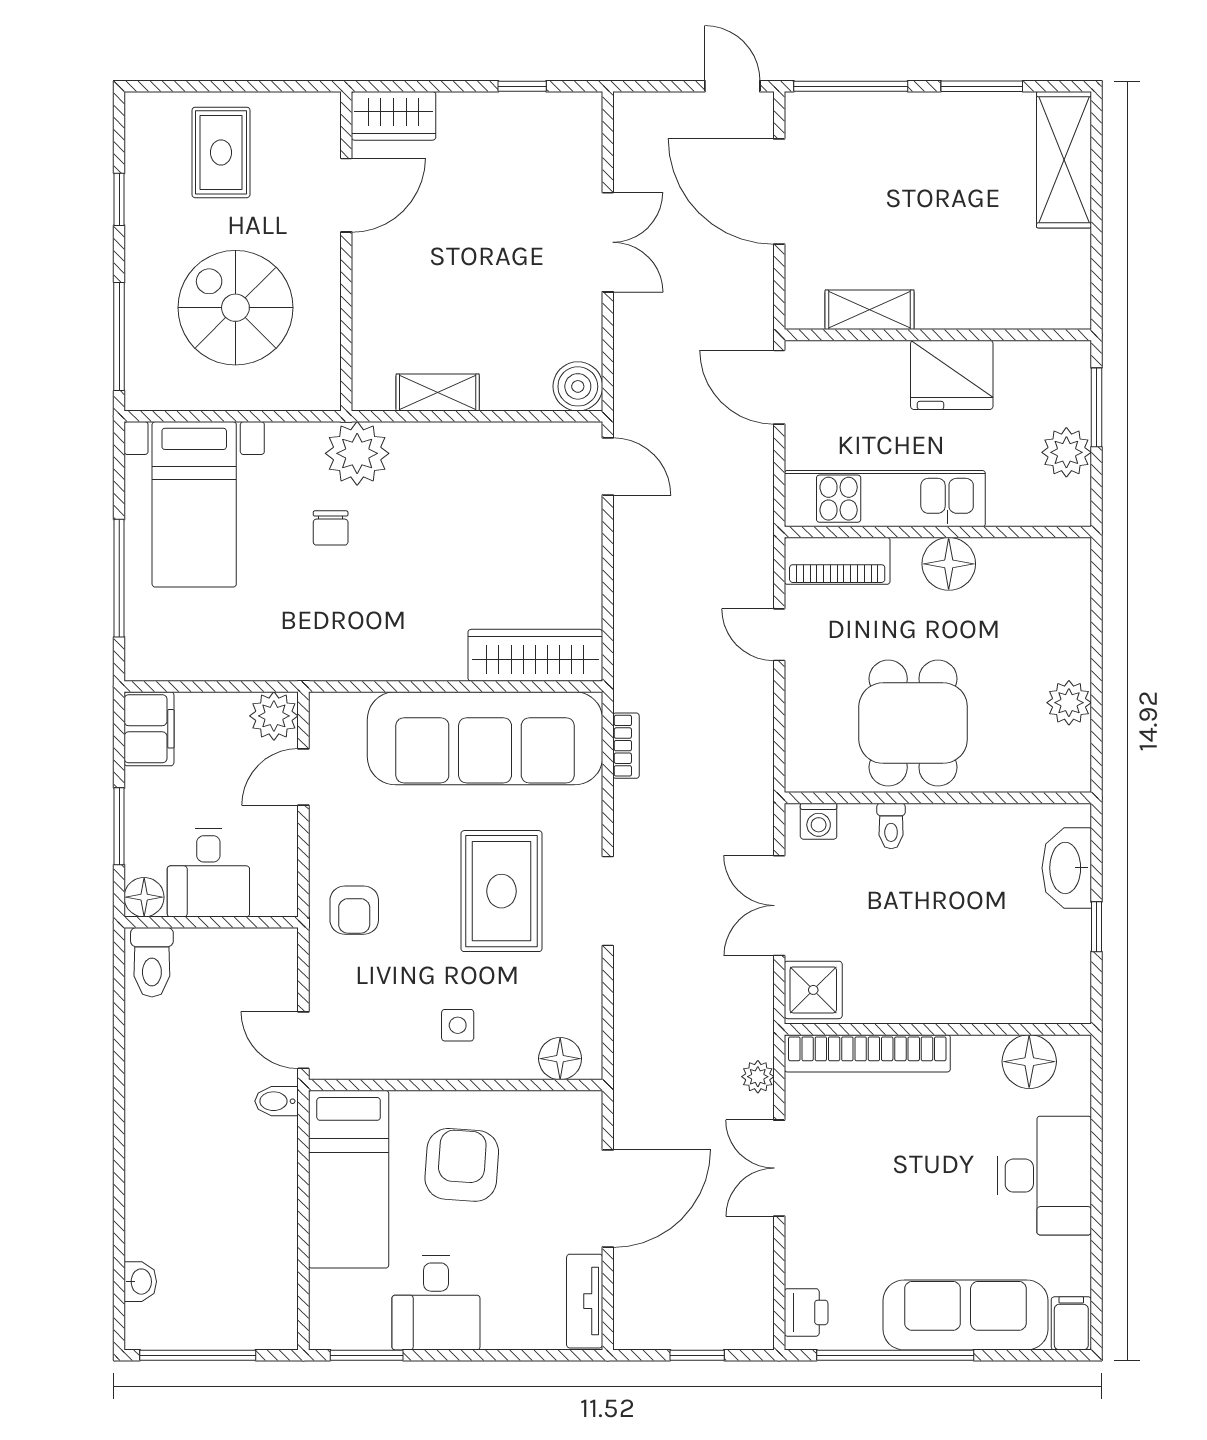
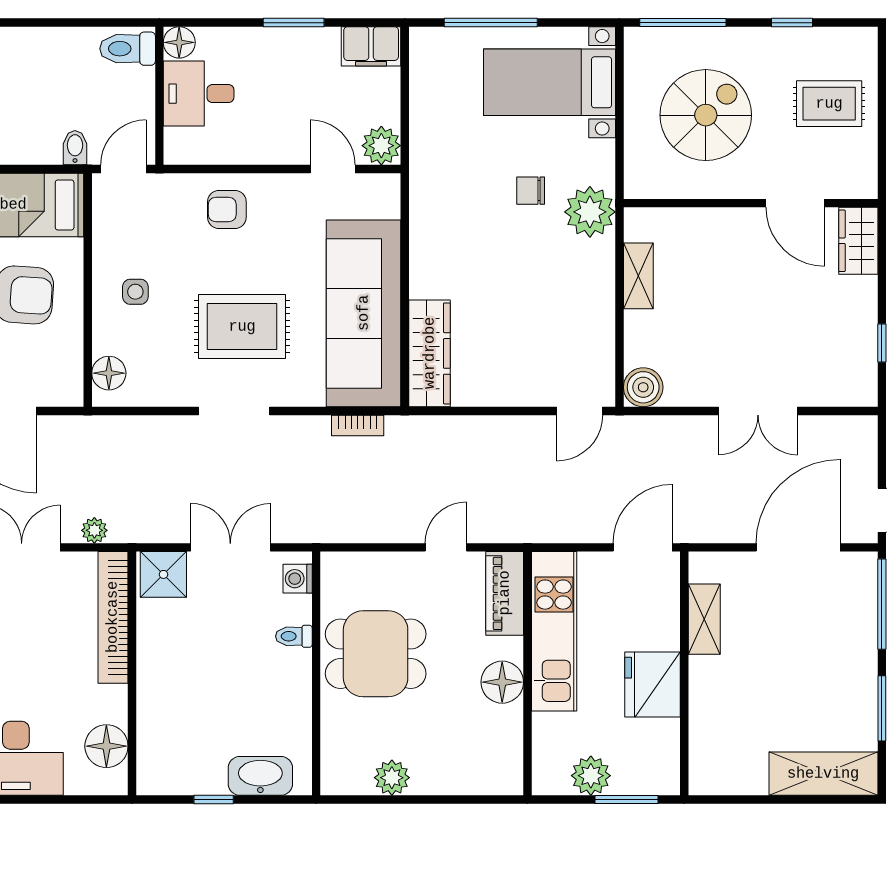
desk: (208, 873) -> (199, 94), moved
floor lamp: (144, 897) -> (179, 42), moved
wall: (211, 922) -> (159, 96), moved
toilet: (152, 962) -> (128, 49), moved

